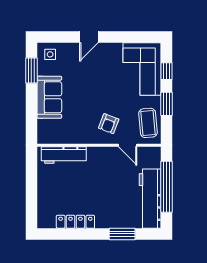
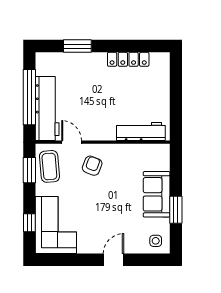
window: (31, 71) -> (176, 210), moved
window: (167, 104) -> (29, 170), moved
workbench: (150, 199) -> (47, 108), moved

